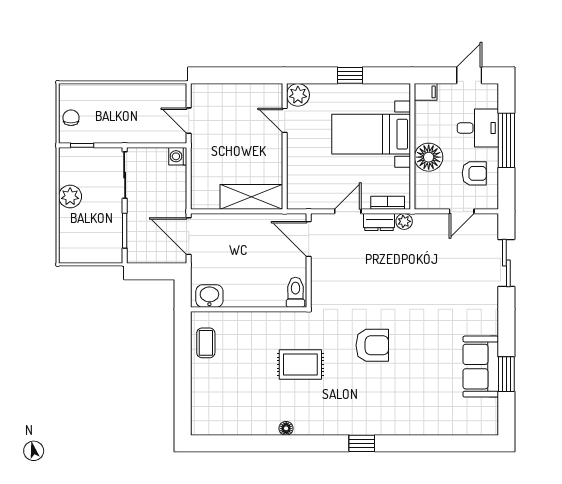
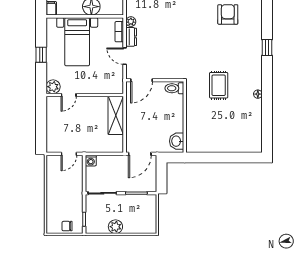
coffee table: (206, 343) -> (205, 143), removed
armchair: (372, 345) -> (228, 14), moved

